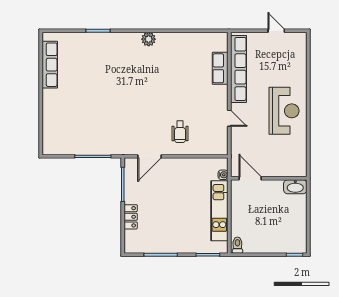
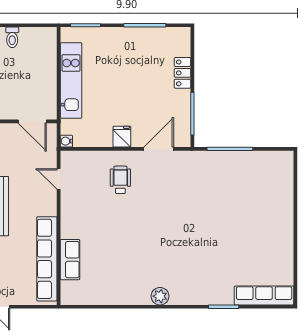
row of seats: (50, 65) -> (264, 295), moved, turned 90
door: (229, 118) -> (59, 179), moved
fridge: (179, 166) -> (122, 137), added
water cooler: (223, 175) -> (66, 141), moved
toilet: (237, 245) -> (12, 37), moved

